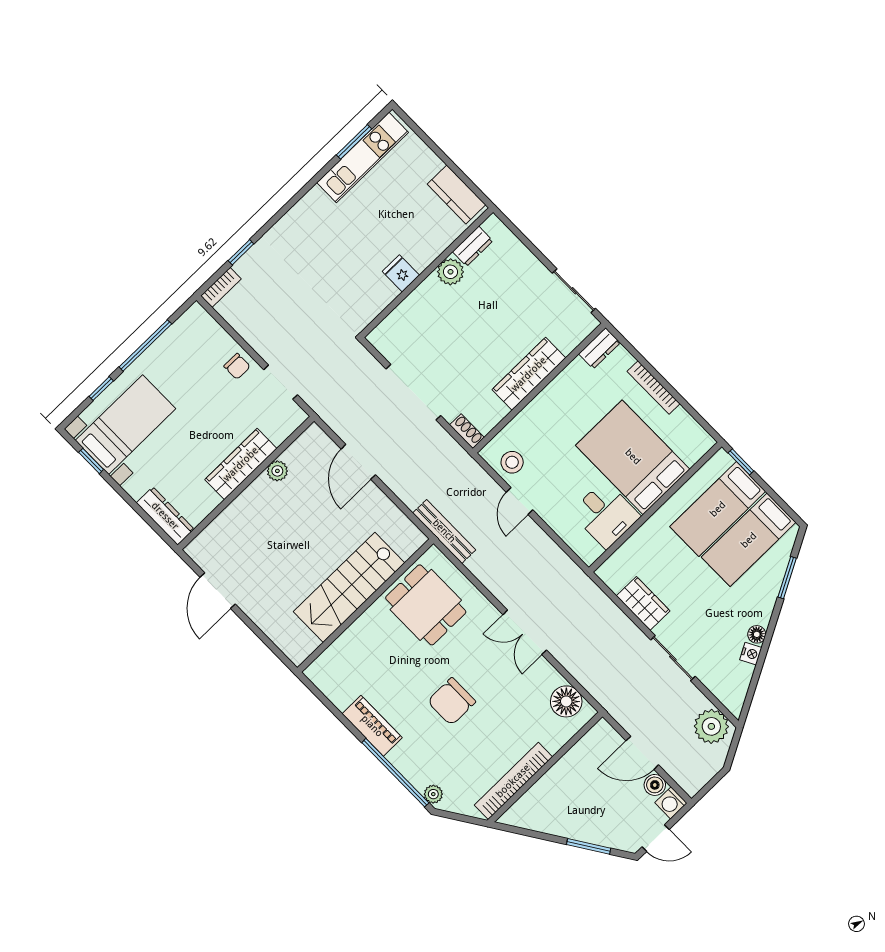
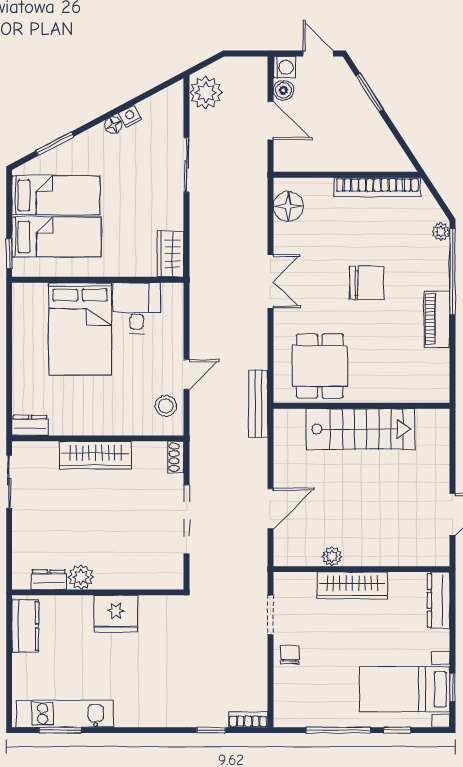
fridge: (401, 273) -> (116, 614), width x1.88, depth x1.34
bookcase: (654, 387) -> (19, 363), removed
wardrobe: (643, 603) -> (170, 254), moved

